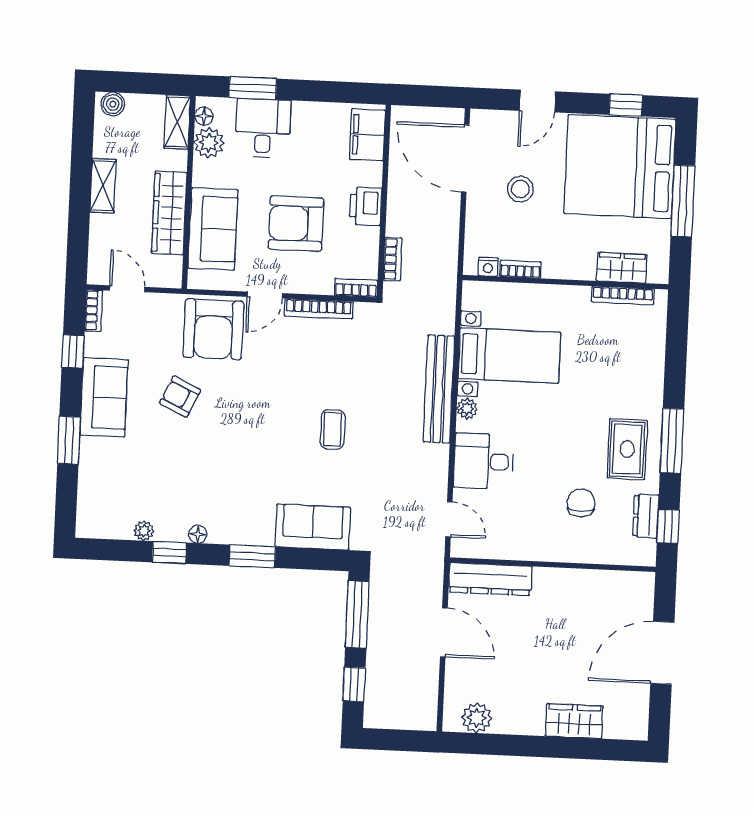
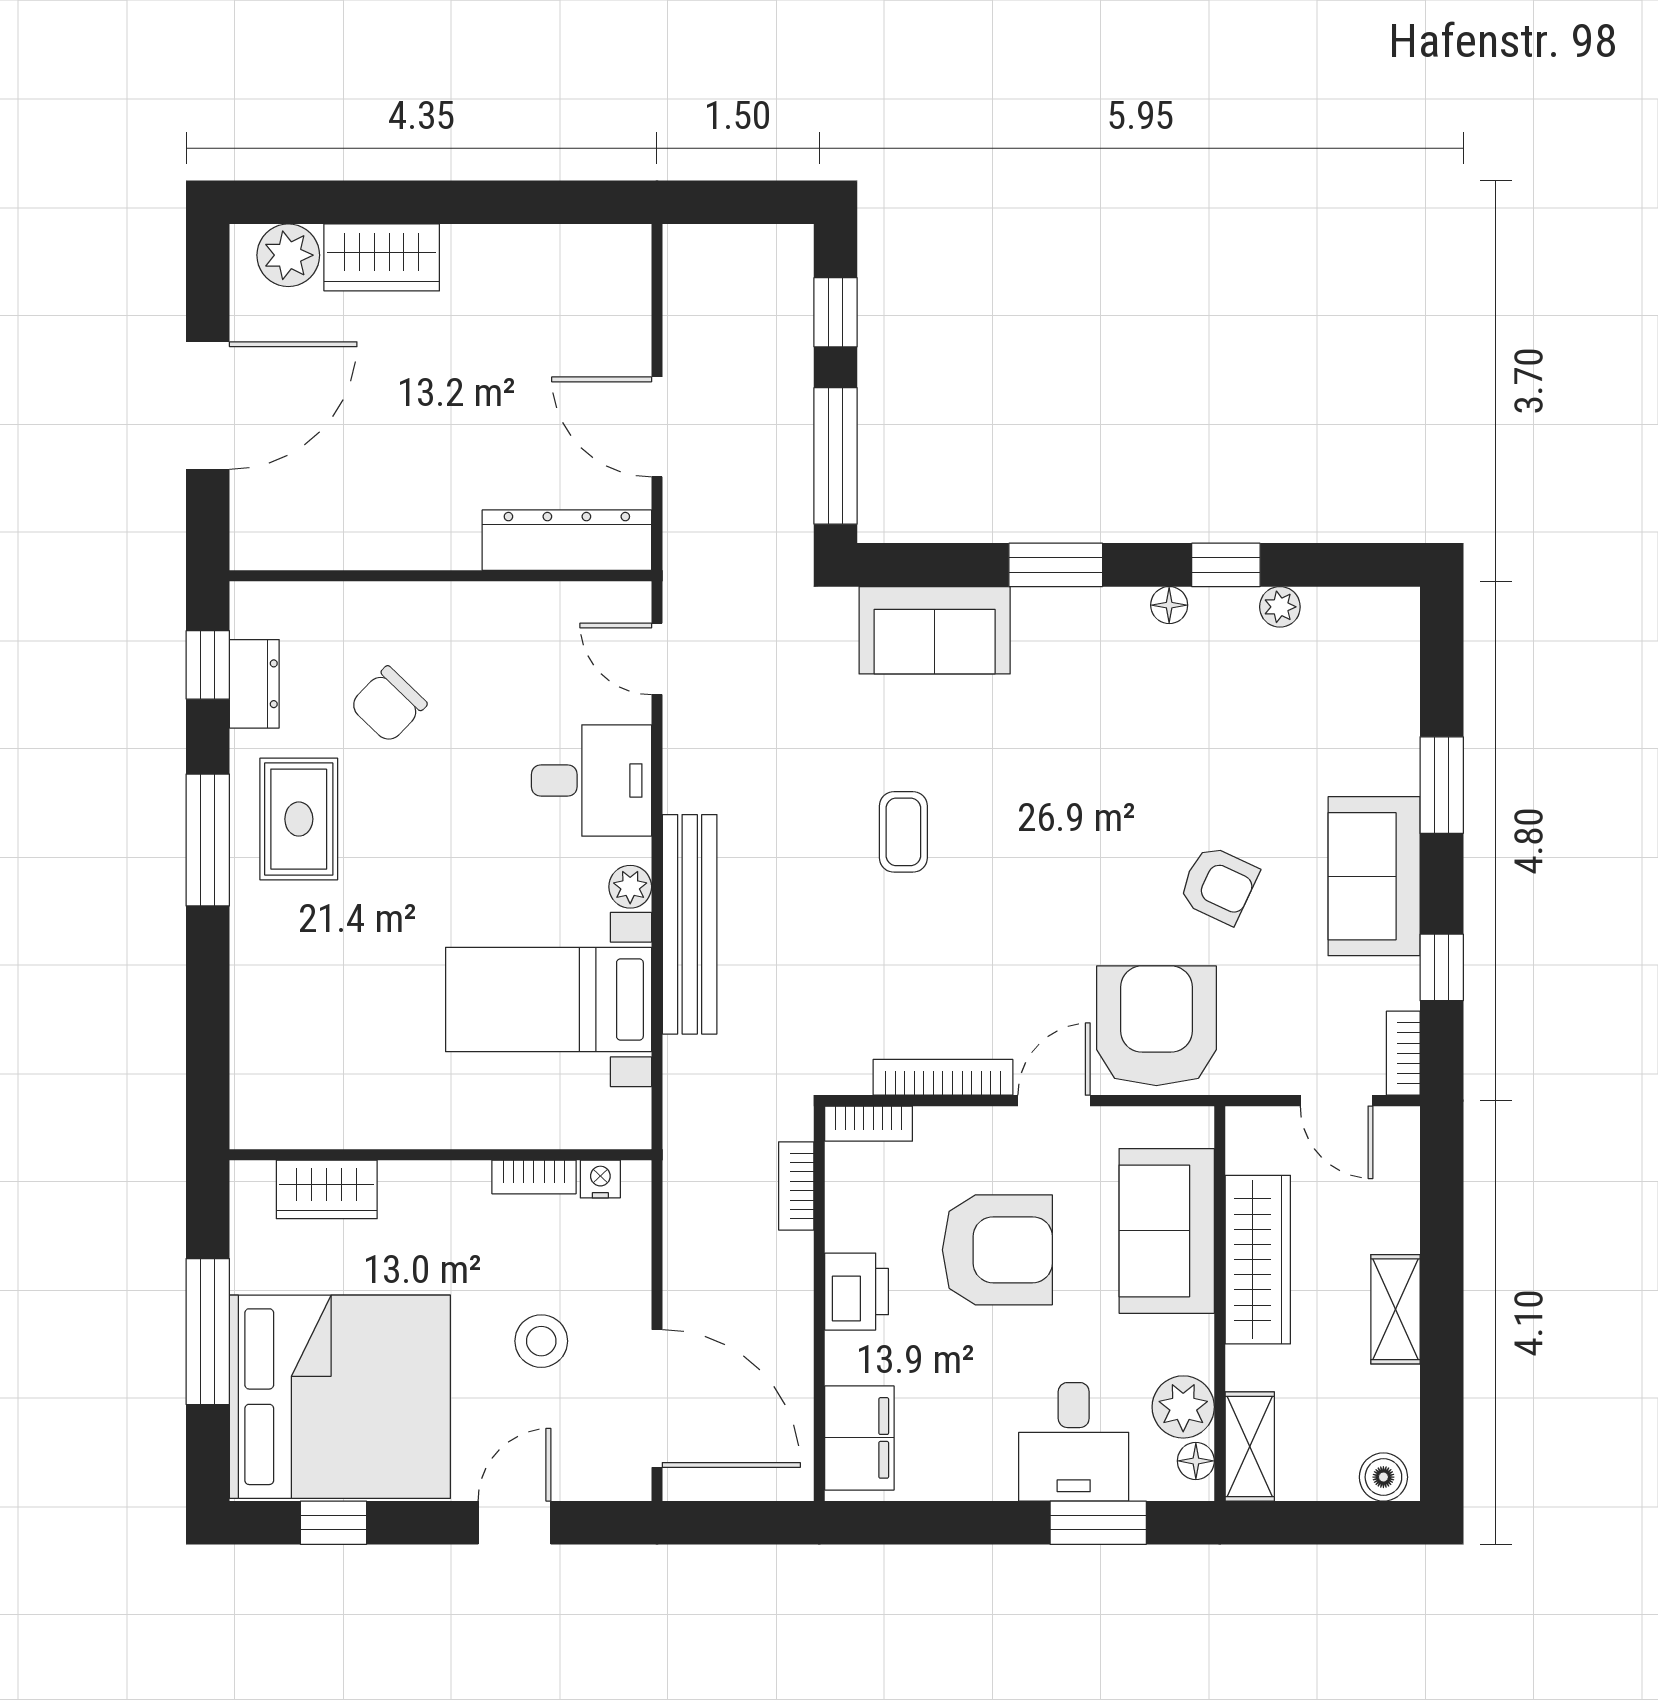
bookcase: (623, 295) -> (322, 1133), removed
chair: (581, 503) -> (388, 705), turned 44
plant: (477, 718) -> (288, 255), moved

